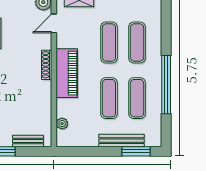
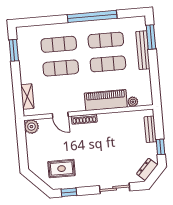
door: (54, 23) -> (60, 115), moved
piano: (67, 73) -> (106, 100), moved

